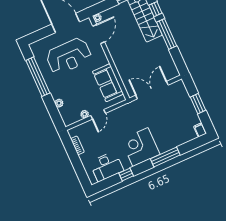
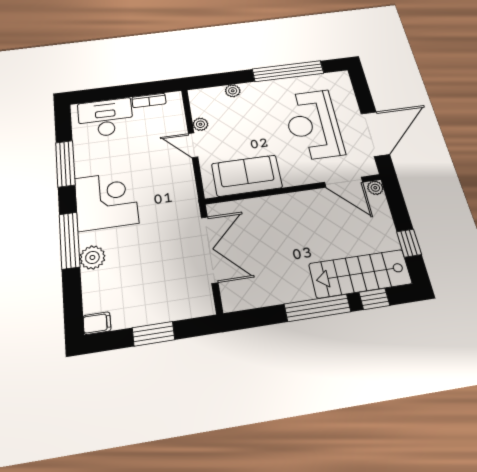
plant: (171, 143) -> (92, 257), added
desk: (107, 166) -> (106, 118), moved, turned 90
window: (126, 175) -> (65, 164), width x2.17

